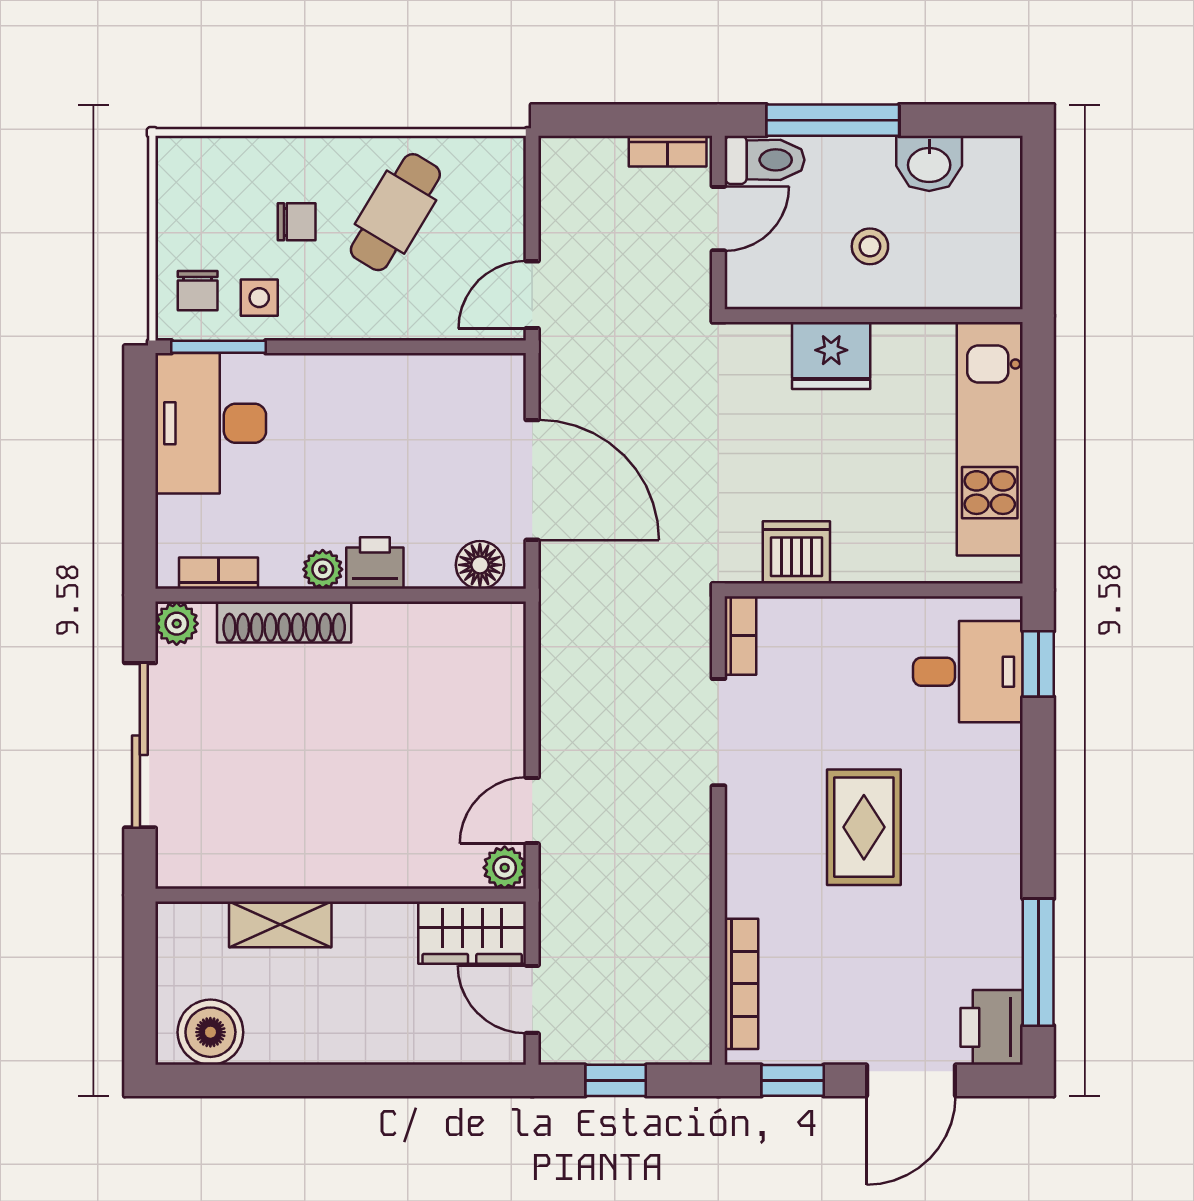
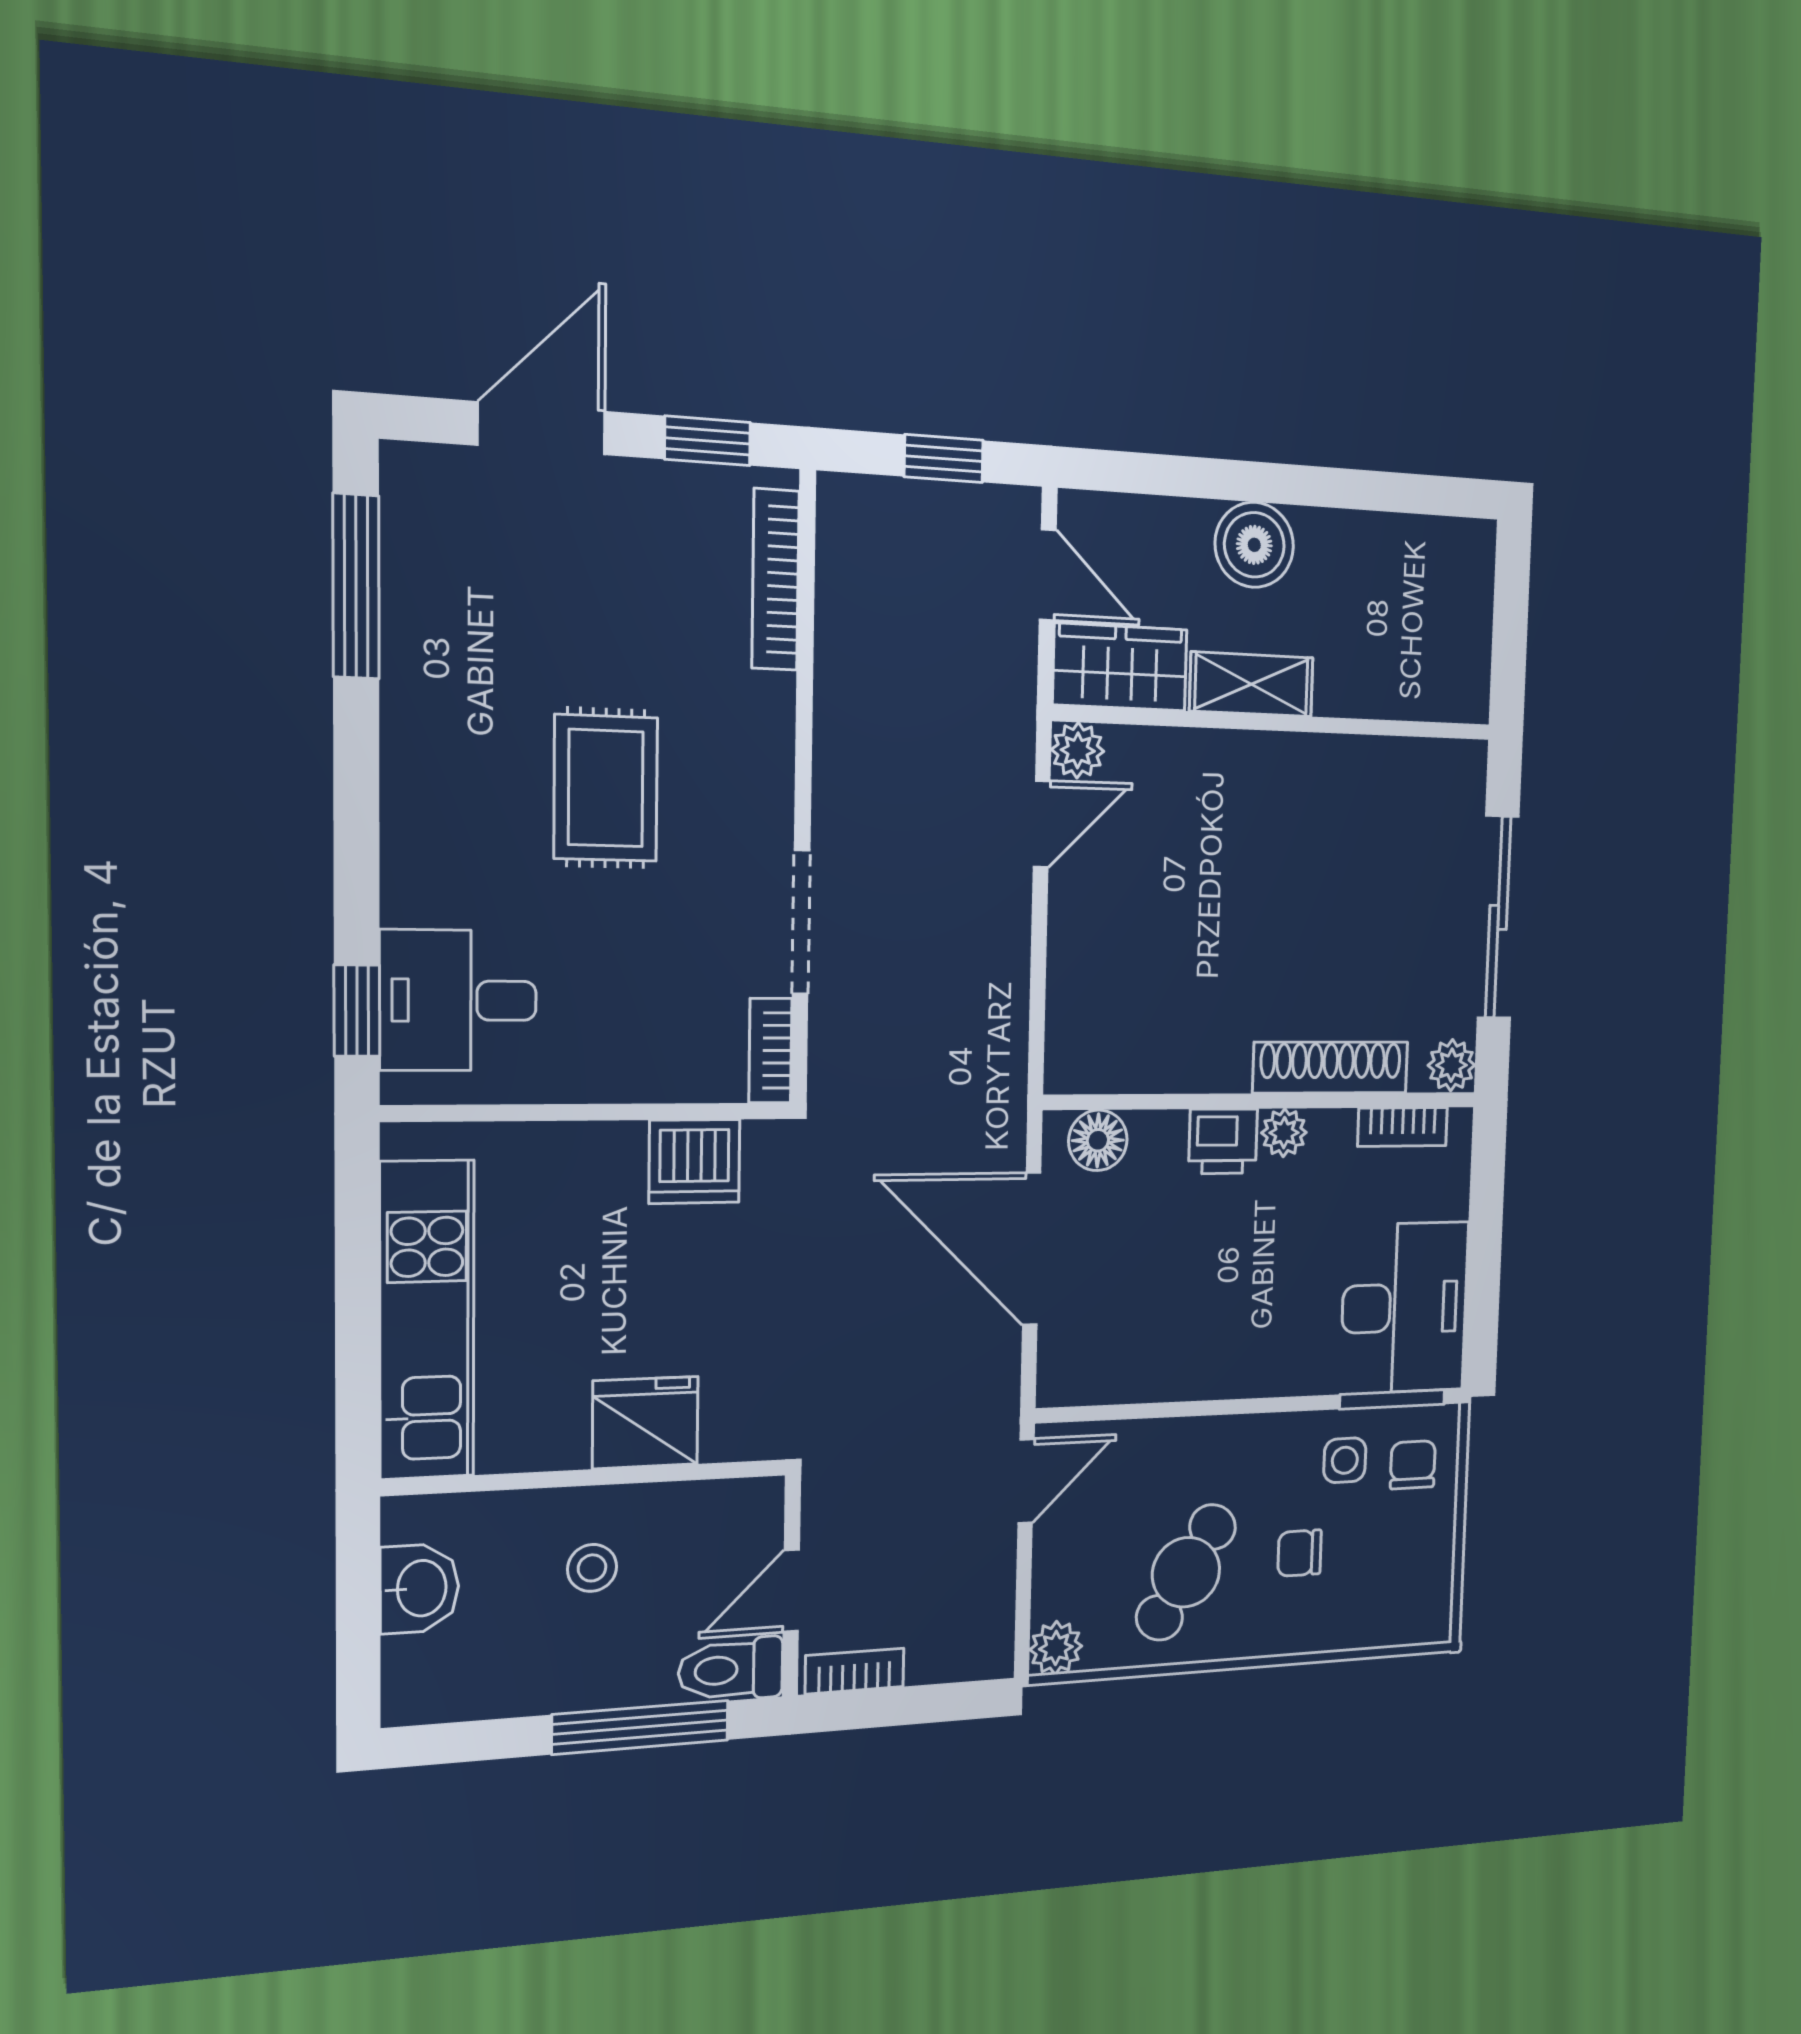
plant: (504, 157) -> (1056, 1648), added
washbasin: (929, 163) -> (419, 1588), moved, turned 90
shelving: (280, 924) -> (1251, 684), moved
printer: (992, 1027) -> (425, 496), removed
boiler: (210, 1032) -> (1254, 545), moved

